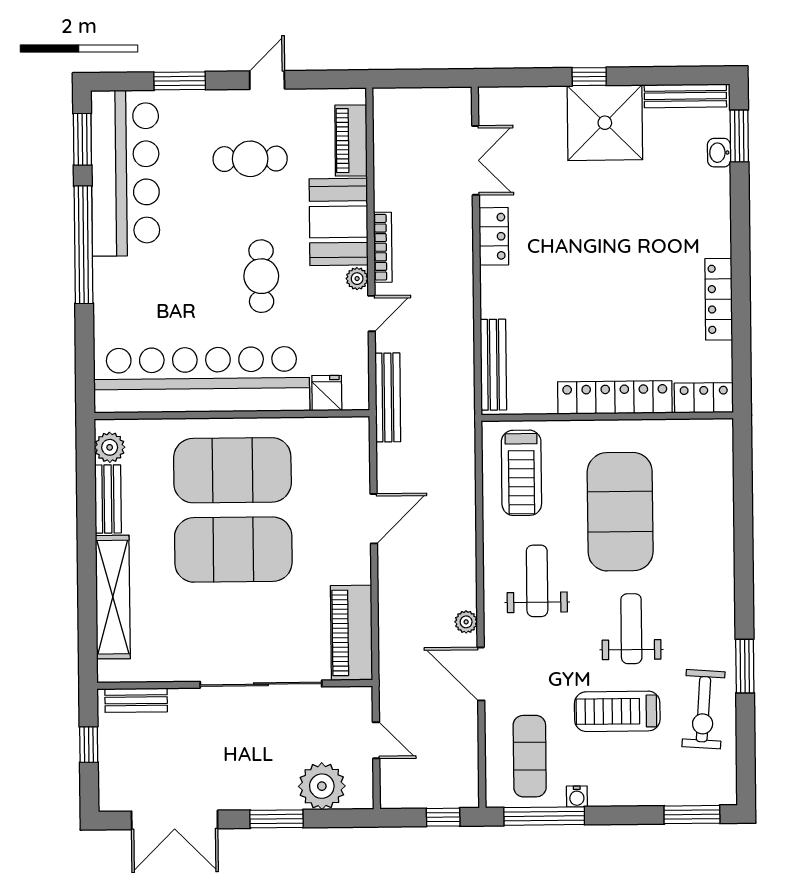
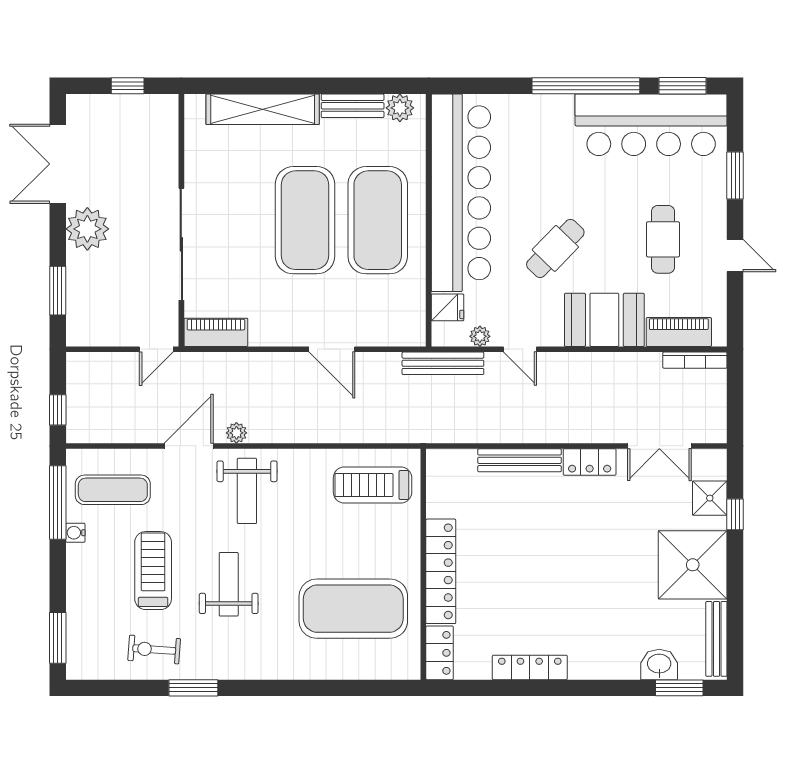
window: (589, 77) -> (735, 514), moved
shower: (532, 105) -> (710, 498), added
washbasin: (719, 153) -> (659, 664), width x1.38, depth x1.45
bookcase: (383, 247) -> (695, 360), moved
cafe table: (261, 276) -> (555, 248), turned -46
plant: (357, 279) -> (480, 336), moved
bench: (493, 365) -> (520, 460), moved
exercise mat: (620, 512) -> (353, 609), moved
weight bench: (537, 581) -> (247, 491), moved, turned 90
weight bench: (631, 629) -> (229, 584), turned -90
piano: (351, 633) -> (216, 332), width x0.73, depth x0.75
bench: (136, 700) -> (168, 130), removed
exercise bike: (703, 709) -> (154, 650), width x0.73, depth x0.72
door: (376, 740) -> (156, 349), moved
plant: (322, 786) -> (87, 229), moved
window: (277, 819) -> (58, 291), moved

